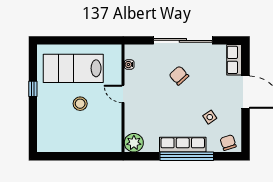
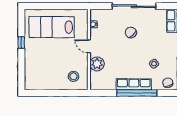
stool: (80, 104) -> (74, 76), moved
plant: (134, 143) -> (97, 64), moved

